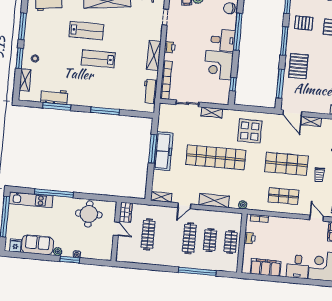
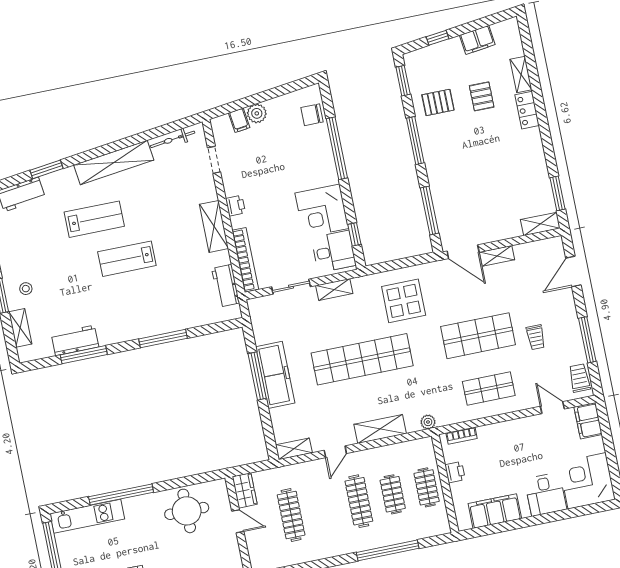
desk: (223, 40) -> (334, 252), moved
pallet: (298, 66) -> (450, 174), removed

